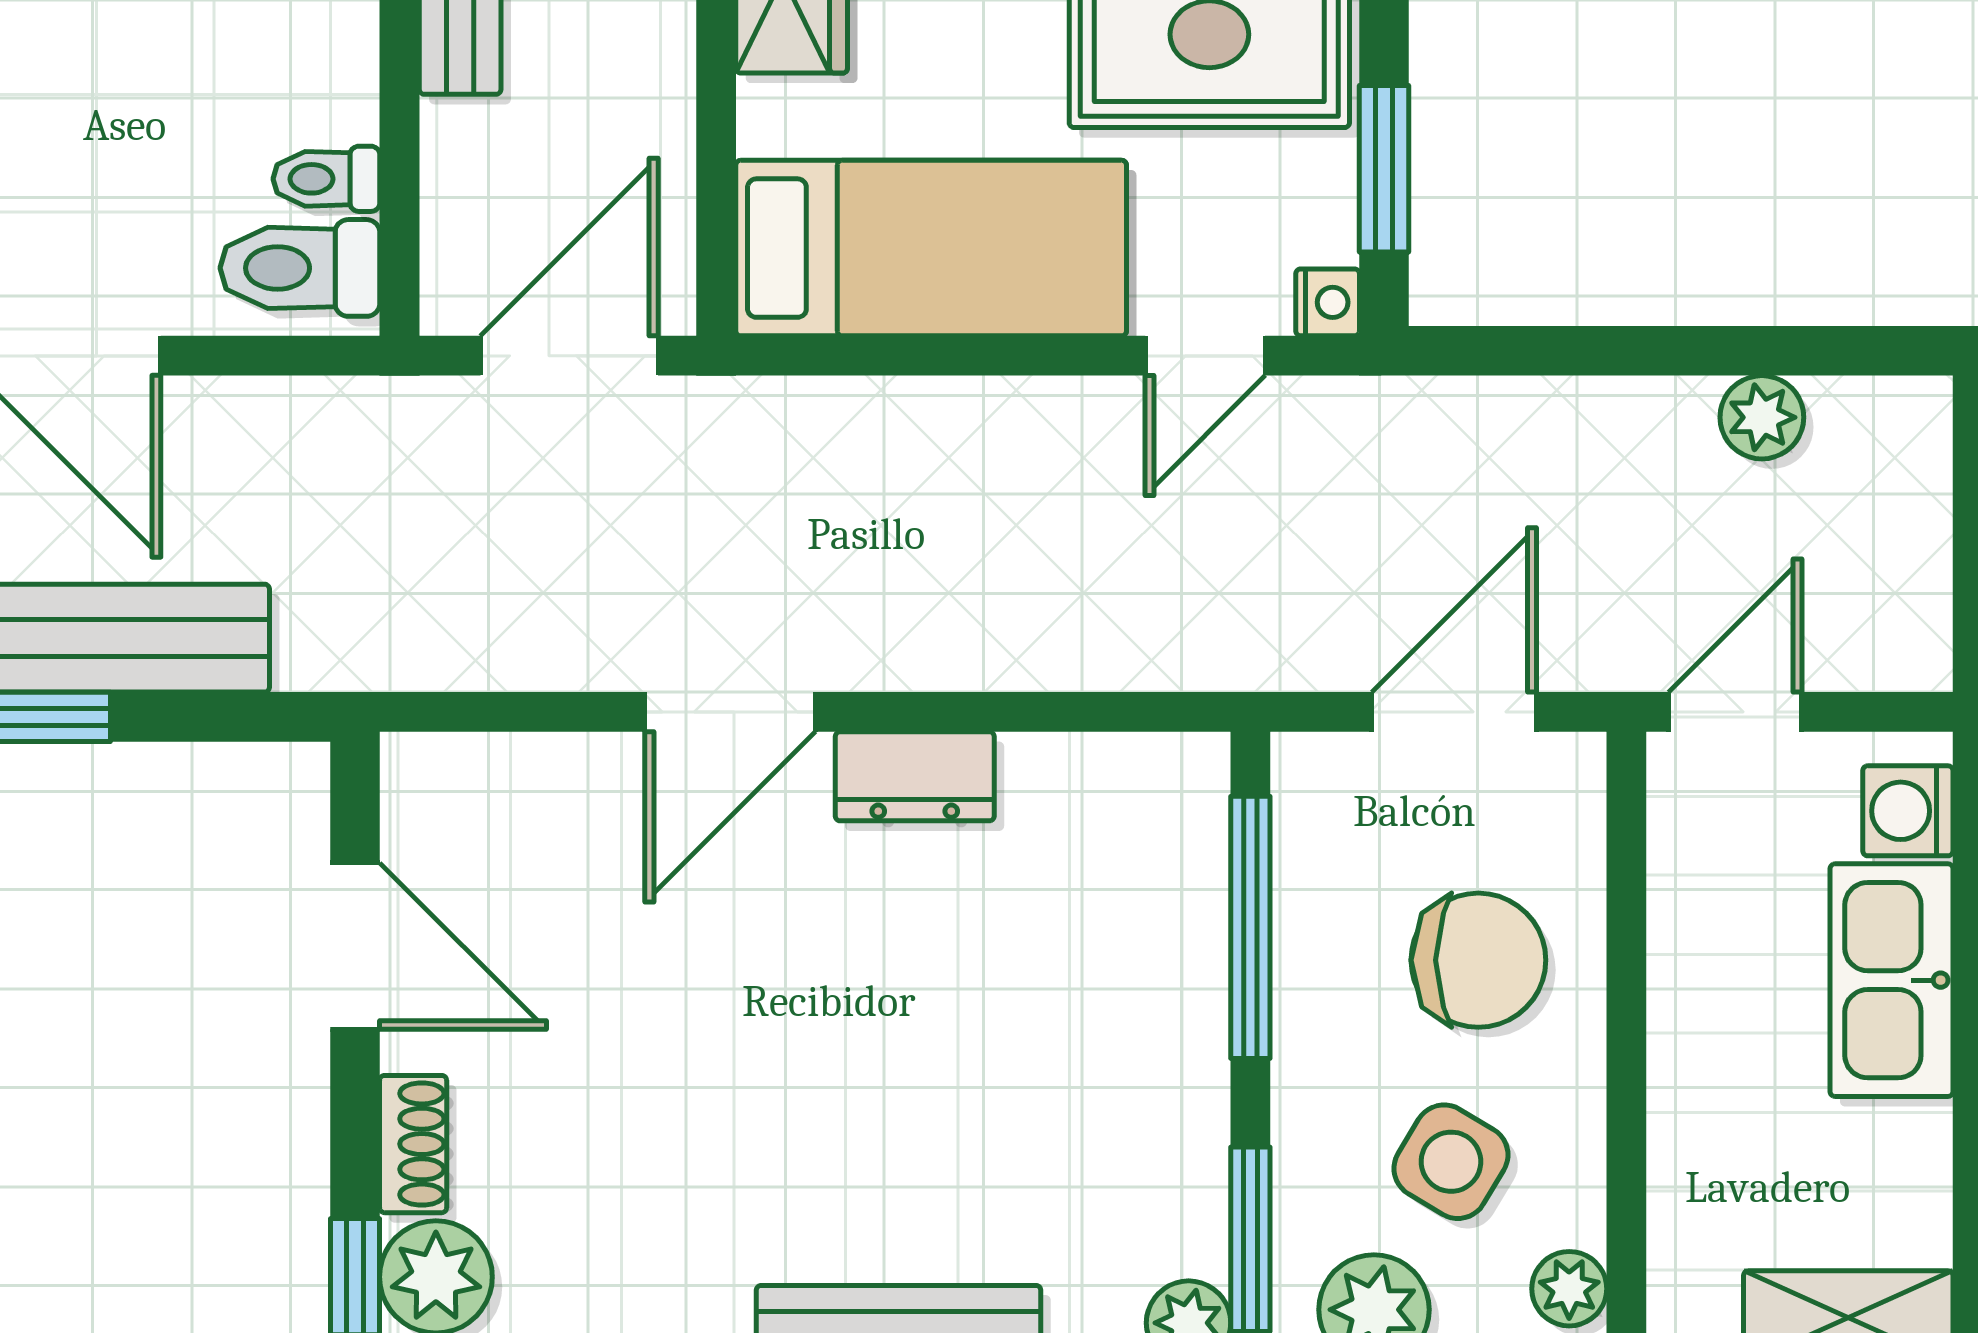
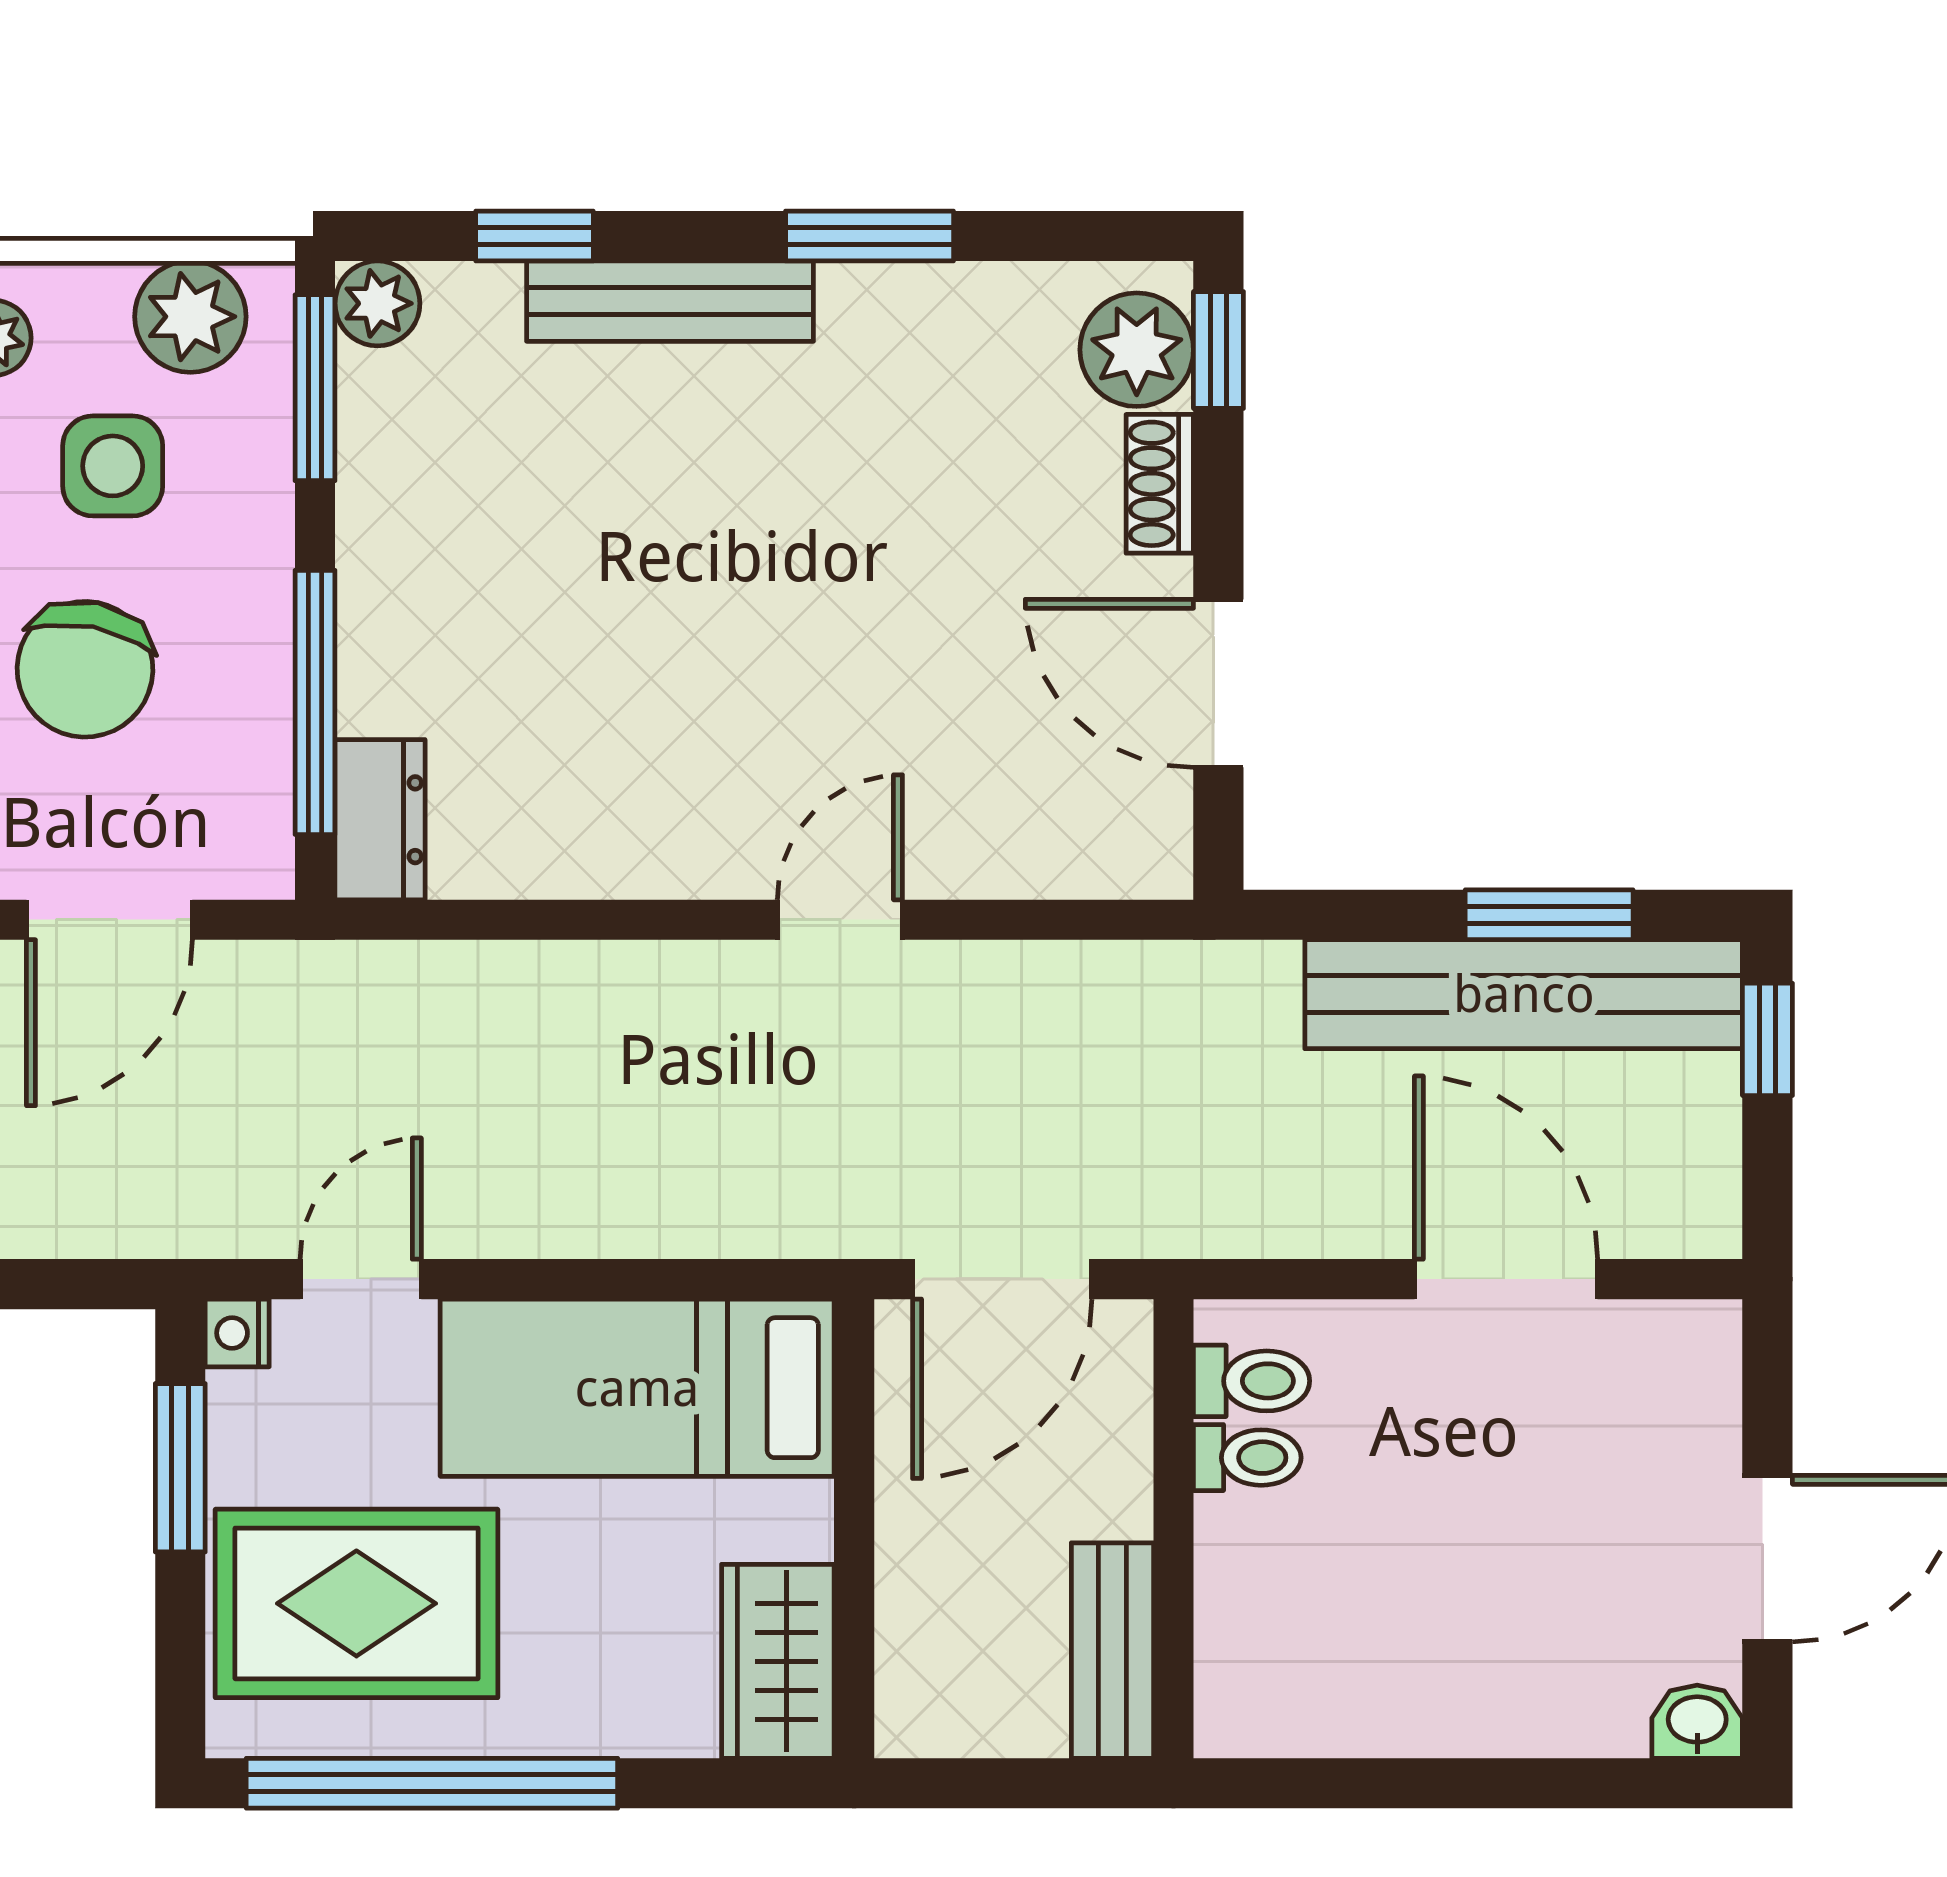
toilet: (300, 268) -> (1252, 1381), width x0.73, depth x0.72
door: (730, 712) -> (840, 920), width x0.73
dresser: (915, 776) -> (380, 820), moved, turned 90
chair: (1478, 960) -> (85, 669), turned -79
side table: (1451, 1162) -> (113, 466), turned -31

